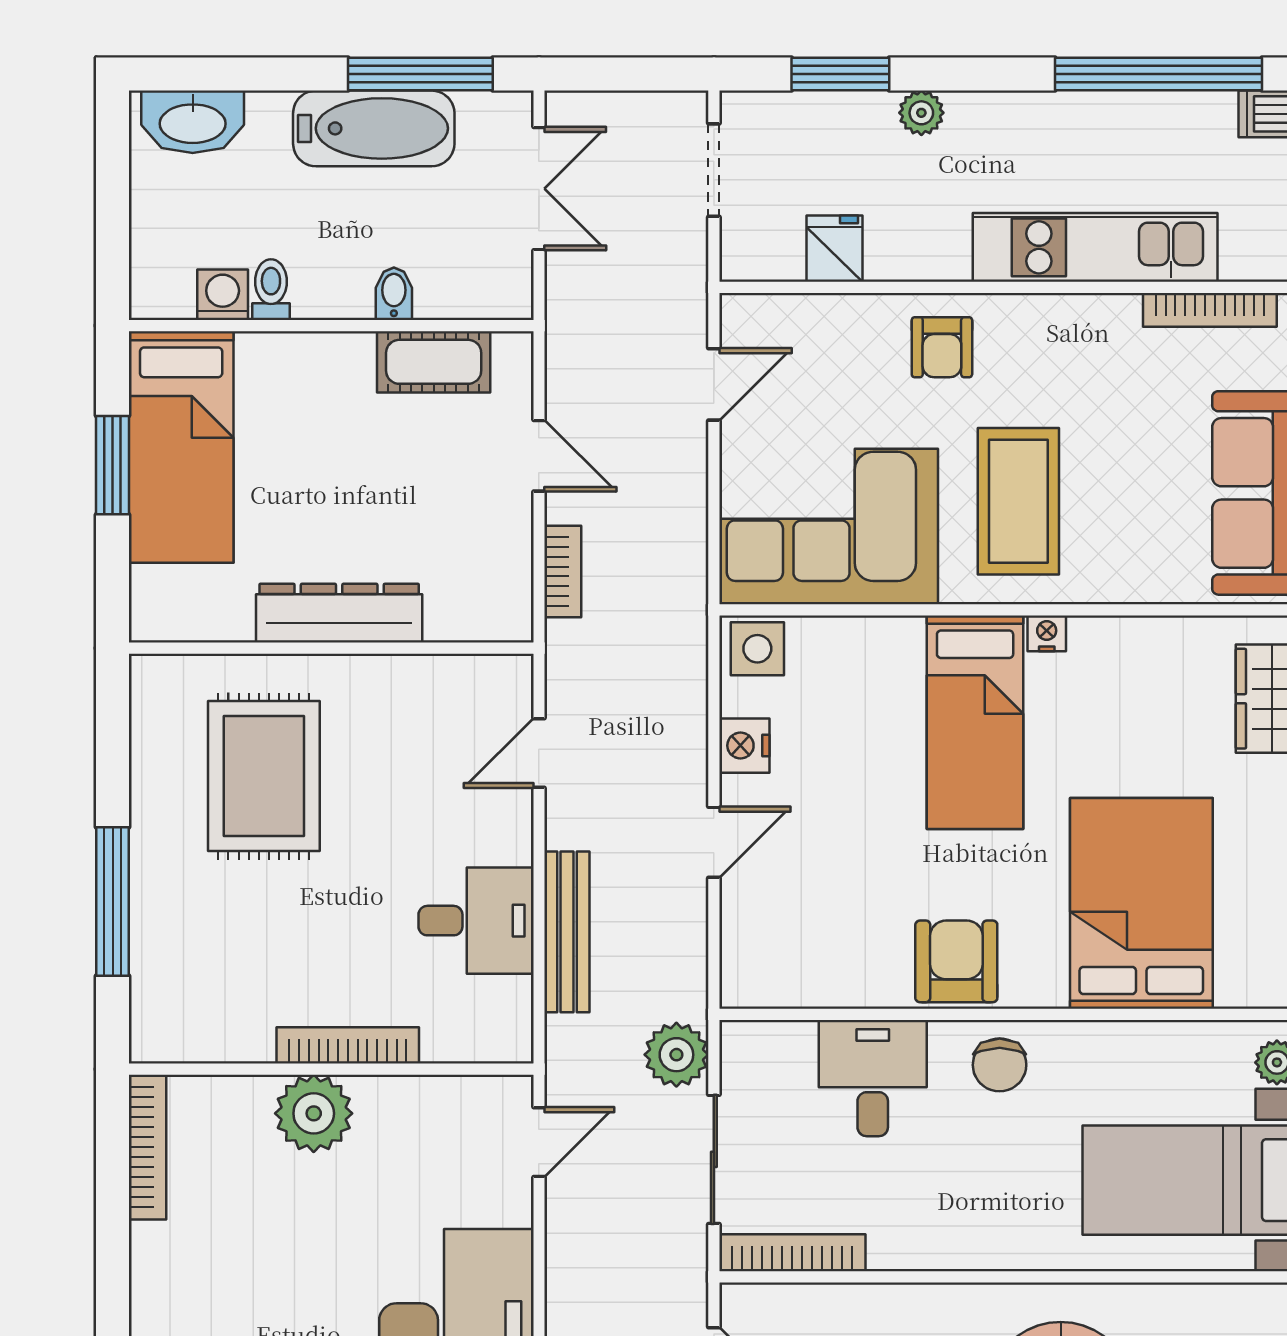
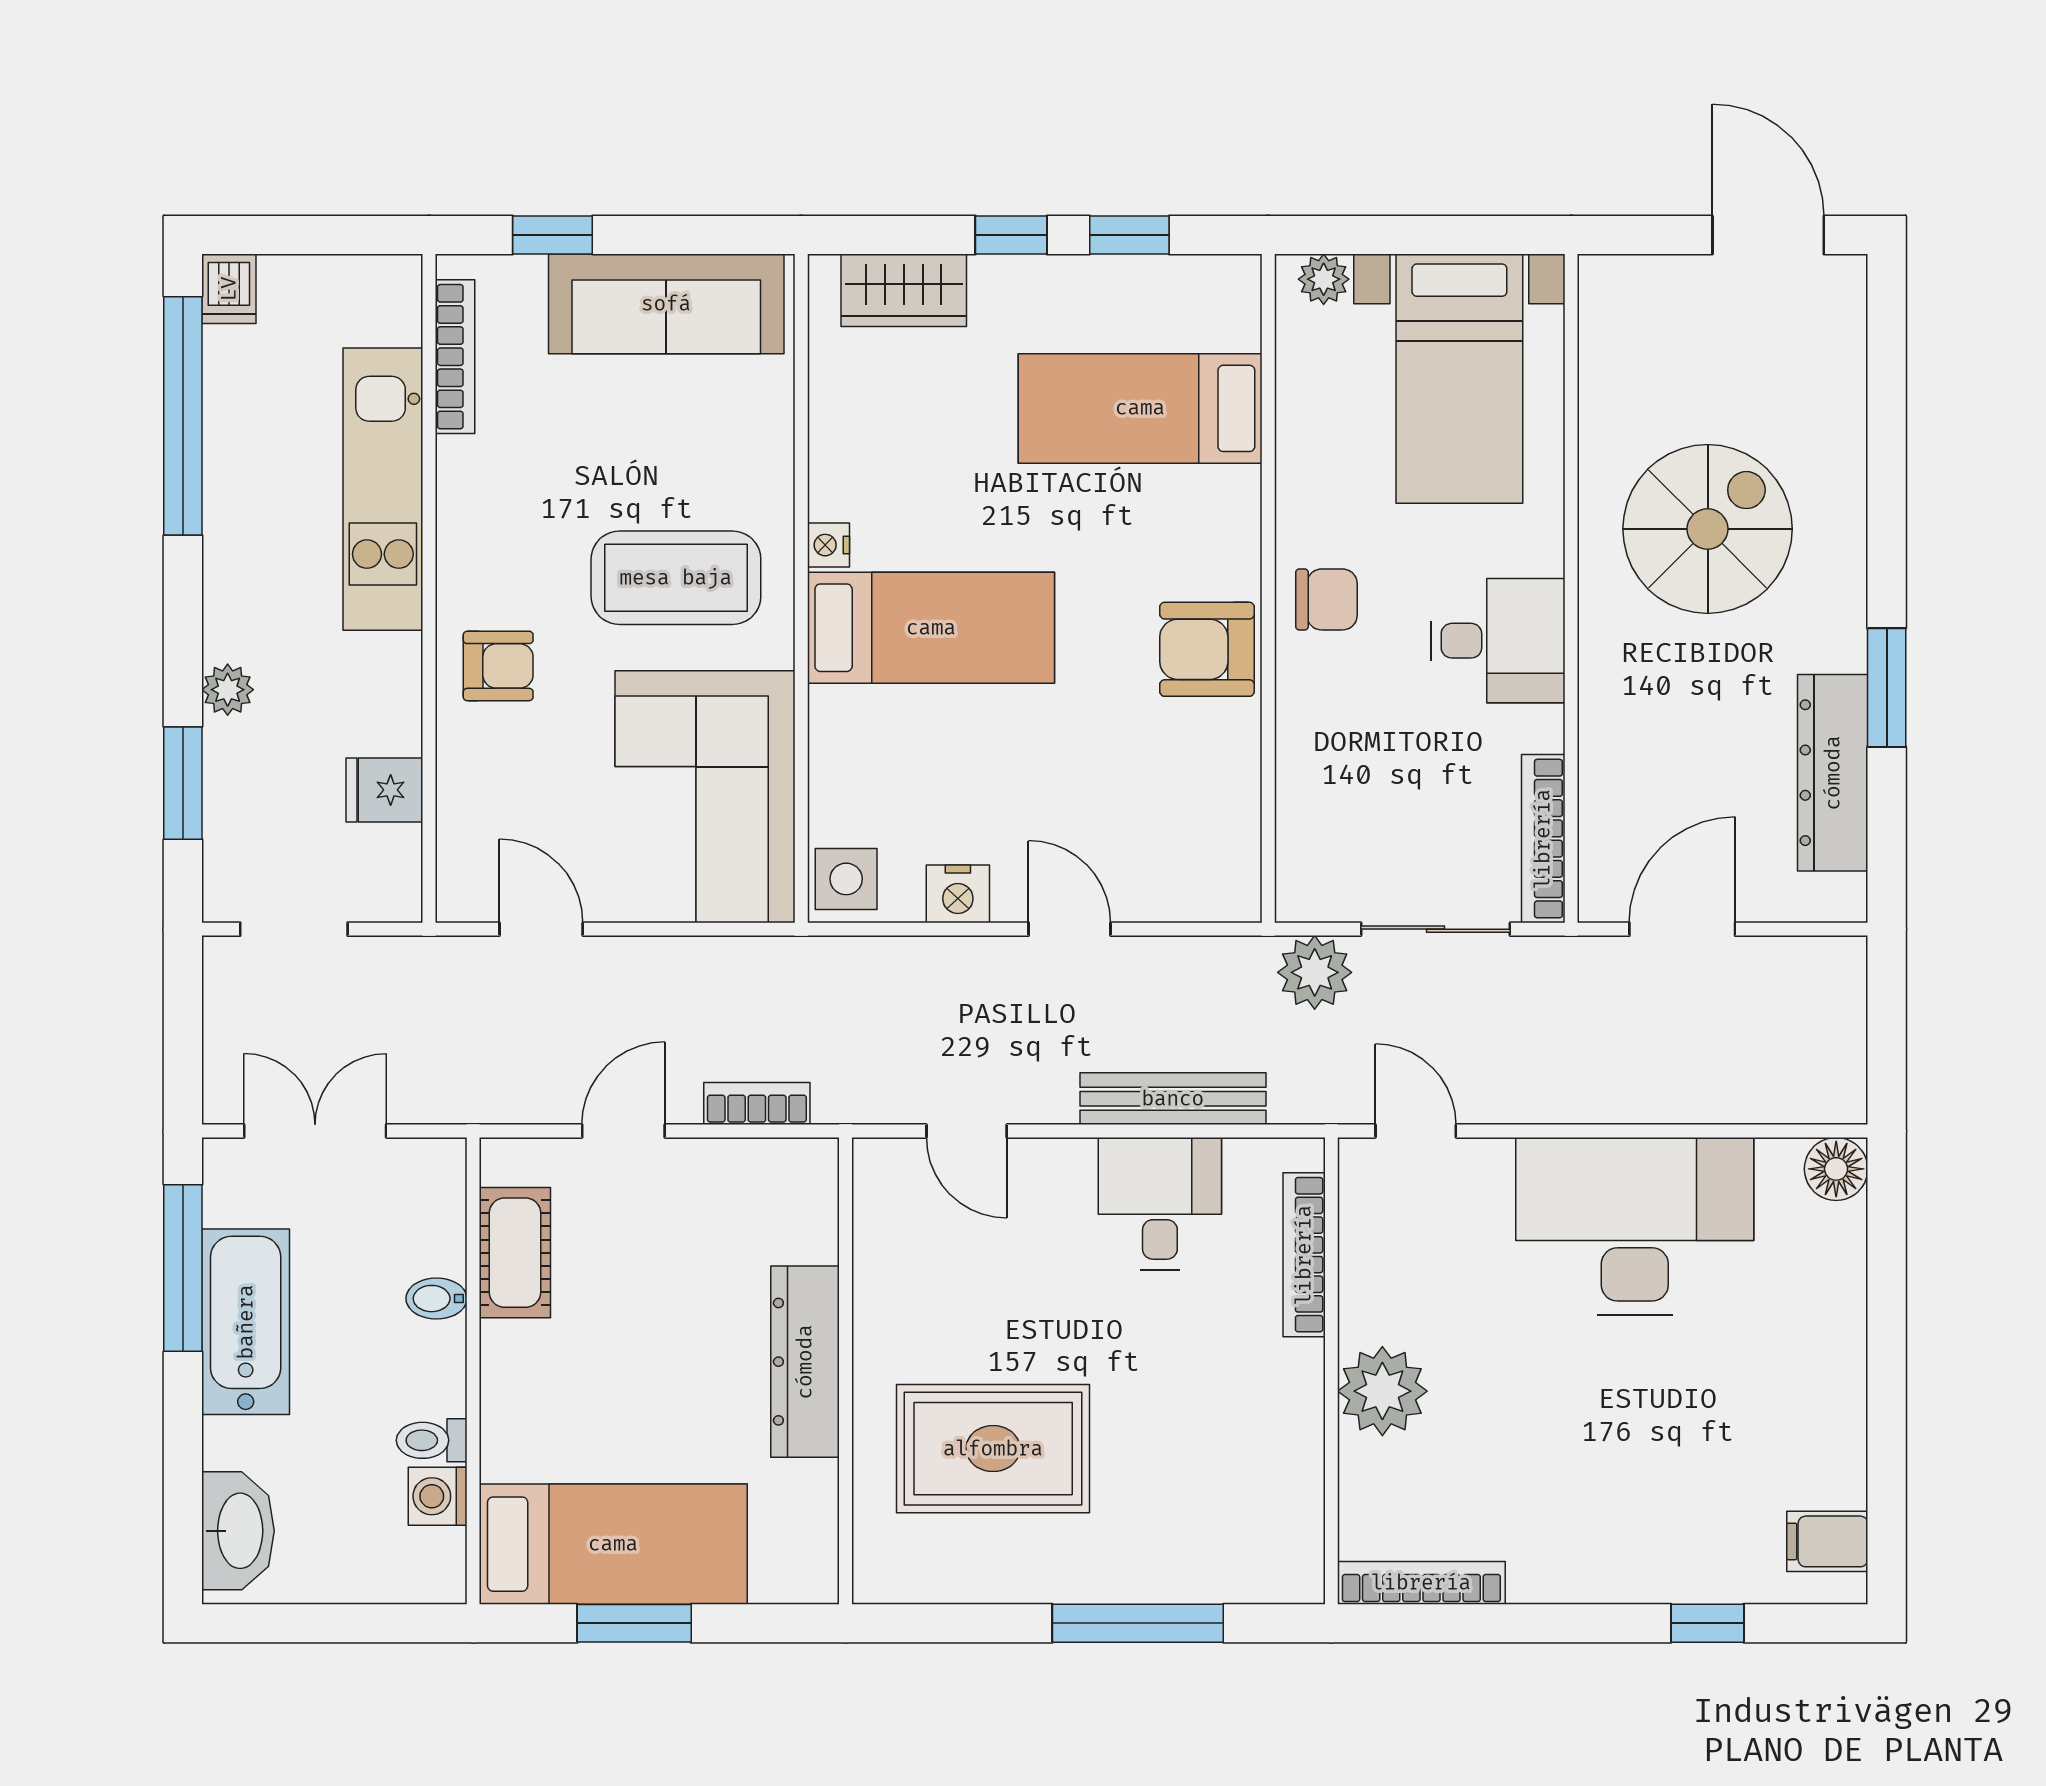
bed: (1141, 903) -> (1140, 408), width x0.67
bookcase: (348, 1045) -> (1304, 1255), moved
desk: (873, 1078) -> (1498, 641), moved, turned 180

